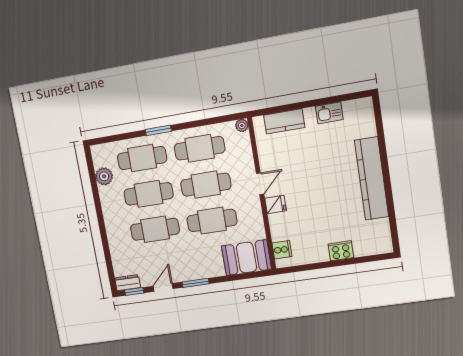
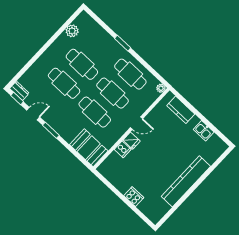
cafe table: (142, 158) -> (100, 45), removed
cooker: (282, 250) -> (123, 149), moved

